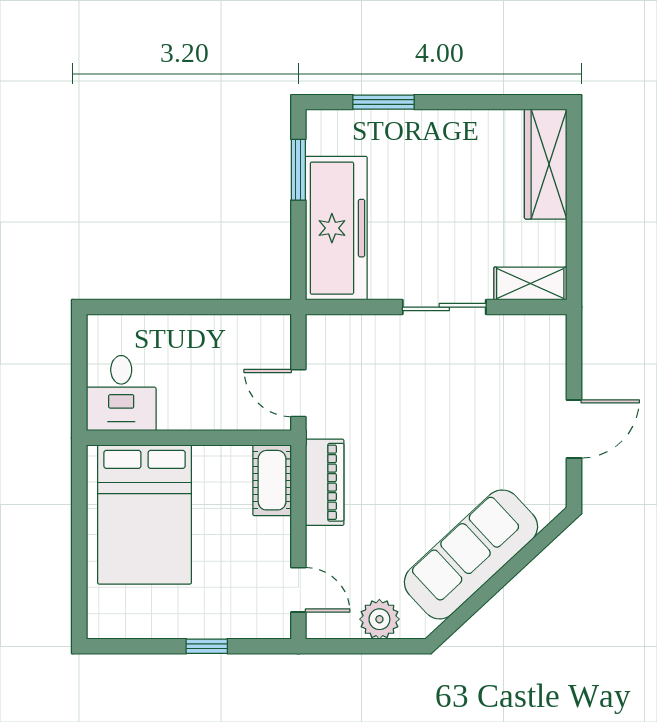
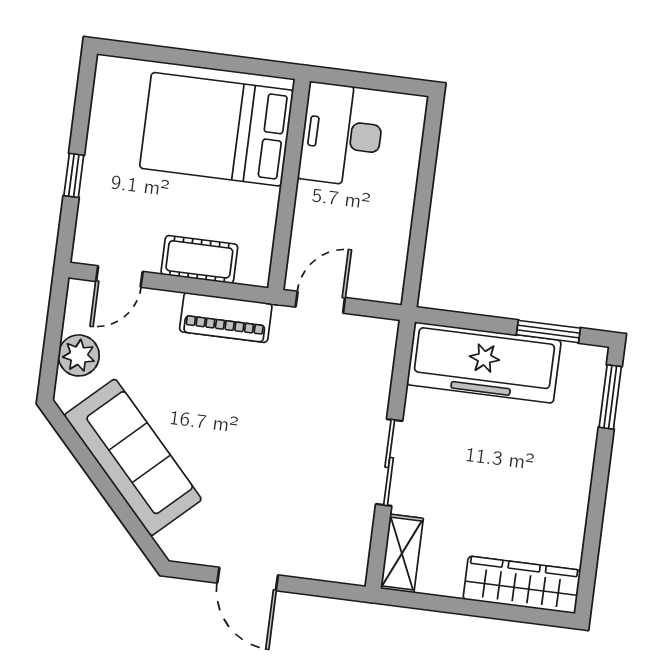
window: (383, 102) -> (610, 397), moved
desk: (121, 393) -> (342, 135), width x1.37
cot: (272, 480) -> (199, 259), moved

